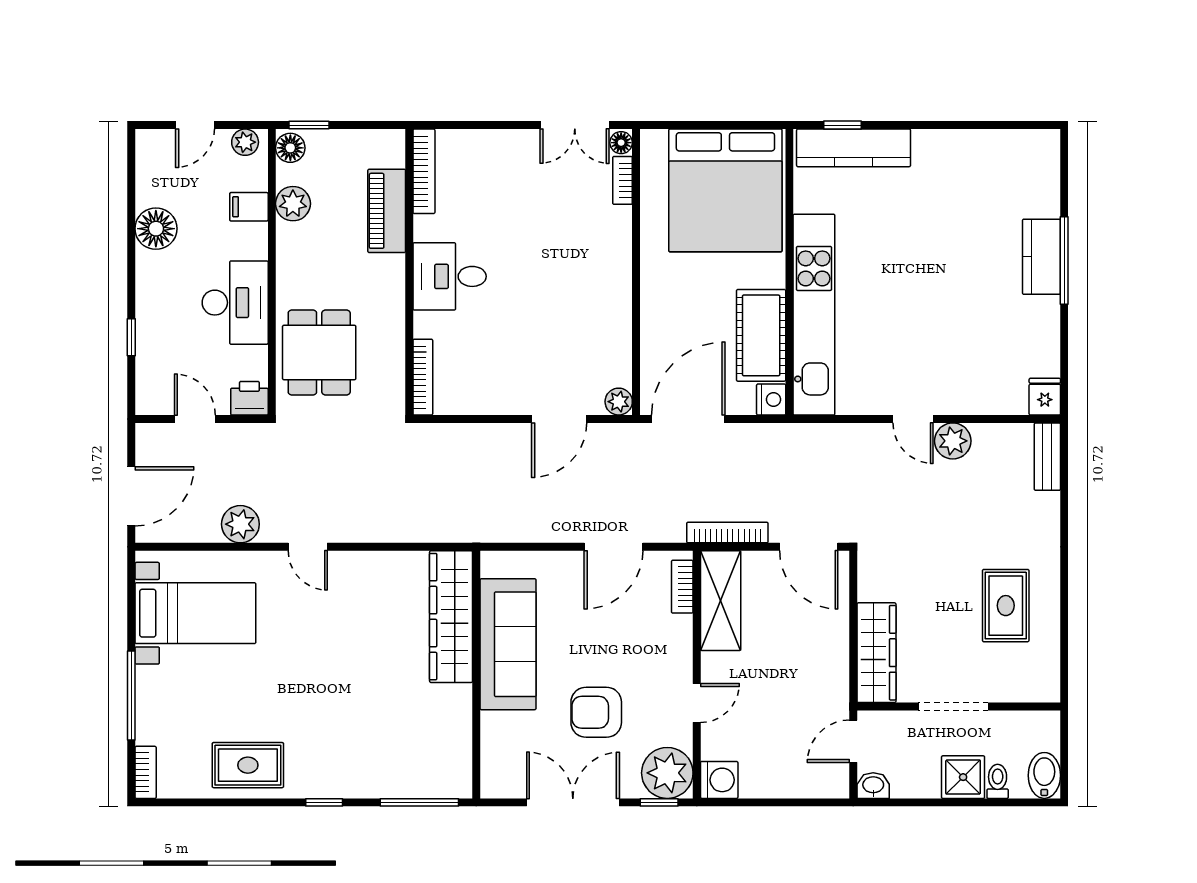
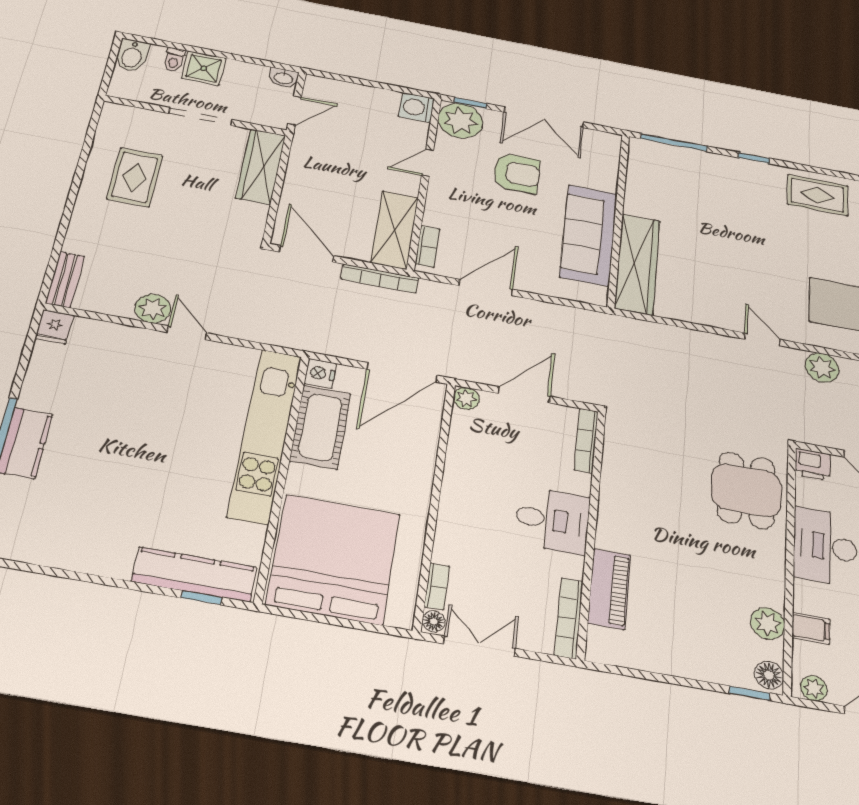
bookcase: (424, 171) -> (569, 618), moved
piano: (387, 211) -> (609, 589), moved
wall: (409, 272) -> (591, 531), moved
desk: (450, 276) -> (552, 520), moved
bookcase: (423, 377) -> (586, 440), moved

